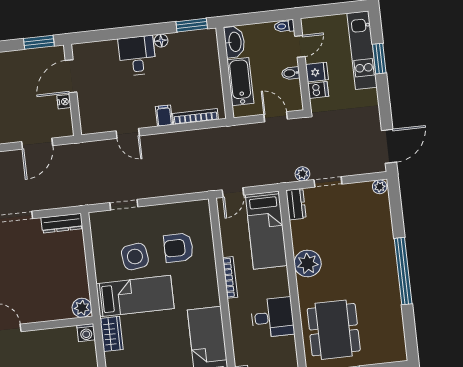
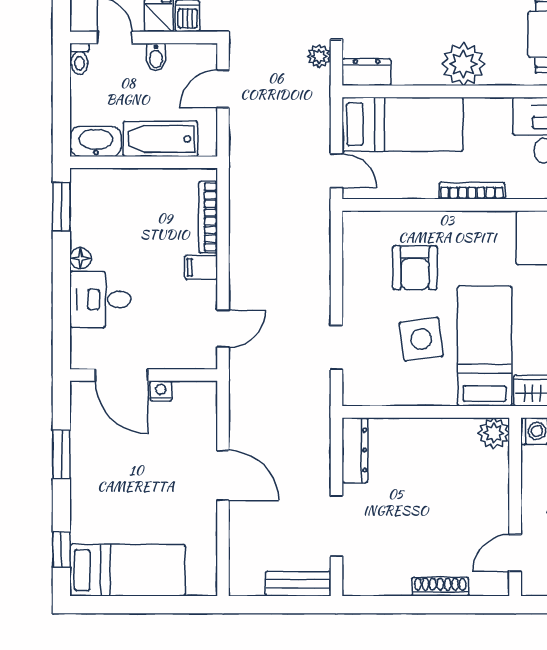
door: (71, 76) -> (122, 375), moved
wall: (73, 90) -> (144, 375), moved
nightstand: (64, 102) -> (161, 391), moved

